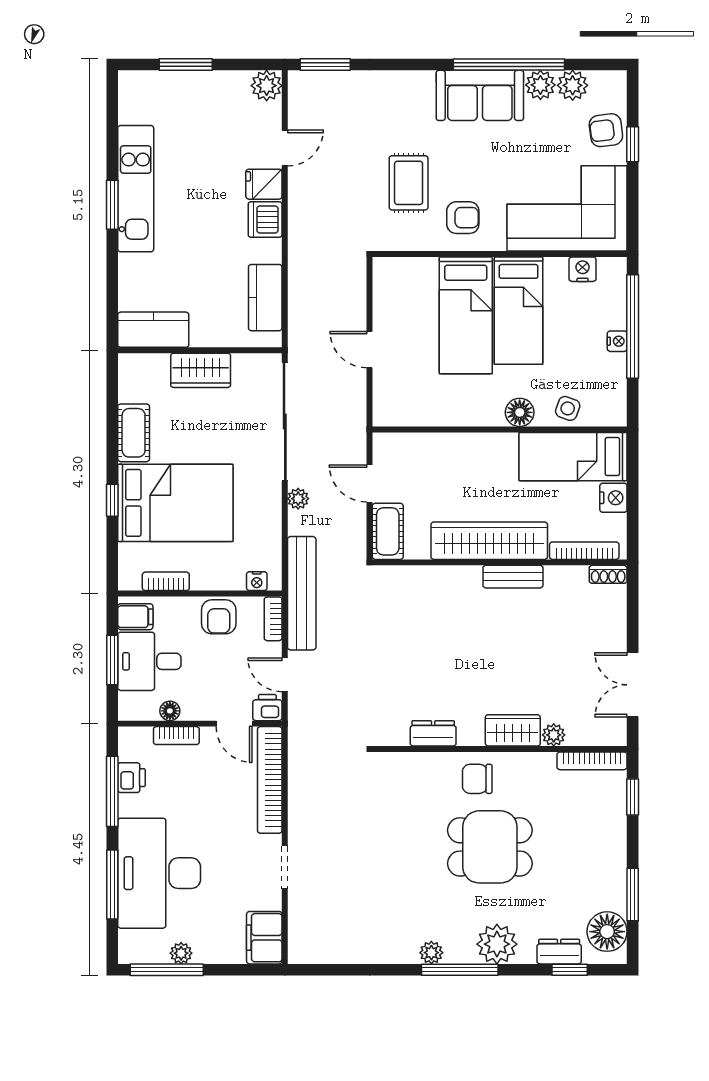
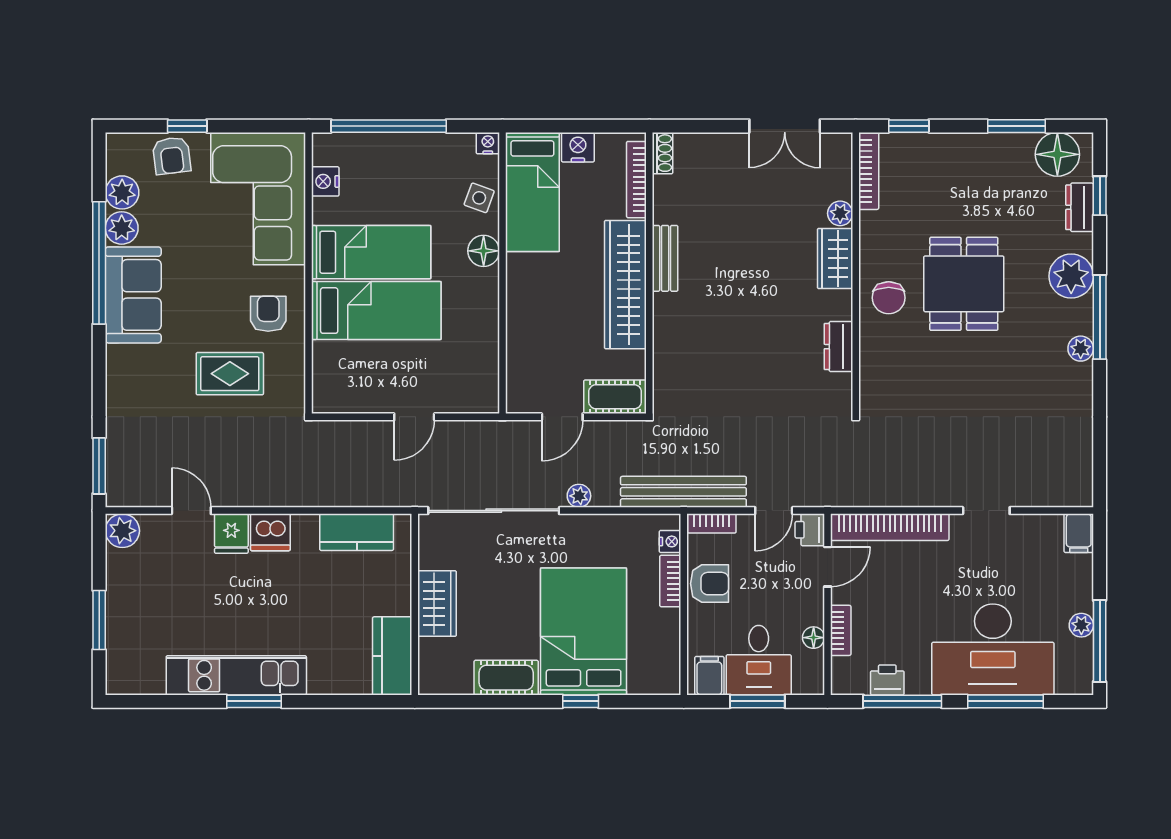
nightstand: (617, 341) -> (488, 143), moved
bookcase: (166, 581) -> (670, 581), moved
filing cabinet: (264, 938) -> (1079, 533), width x0.50

